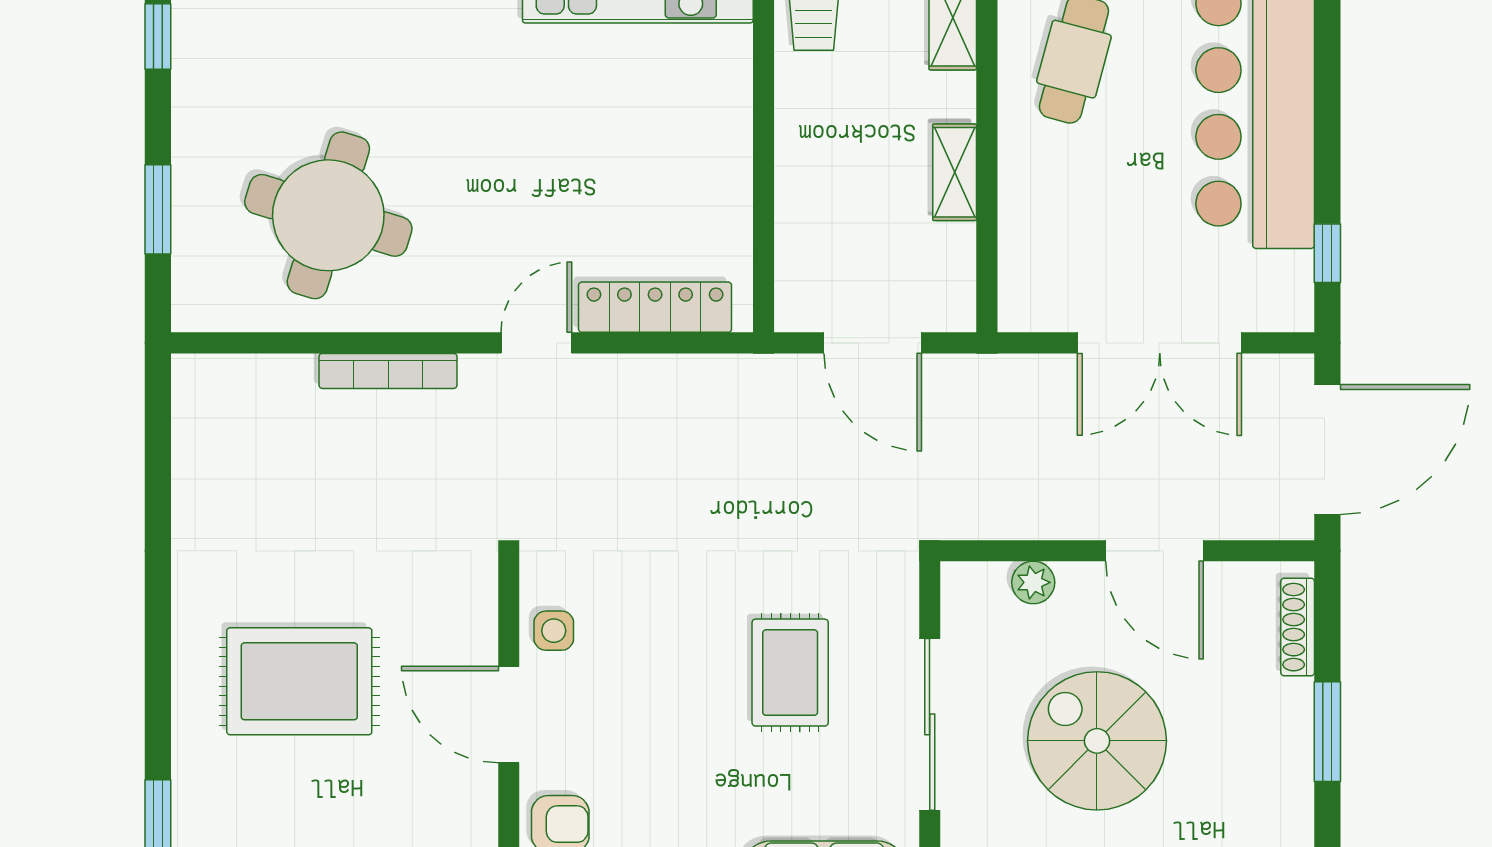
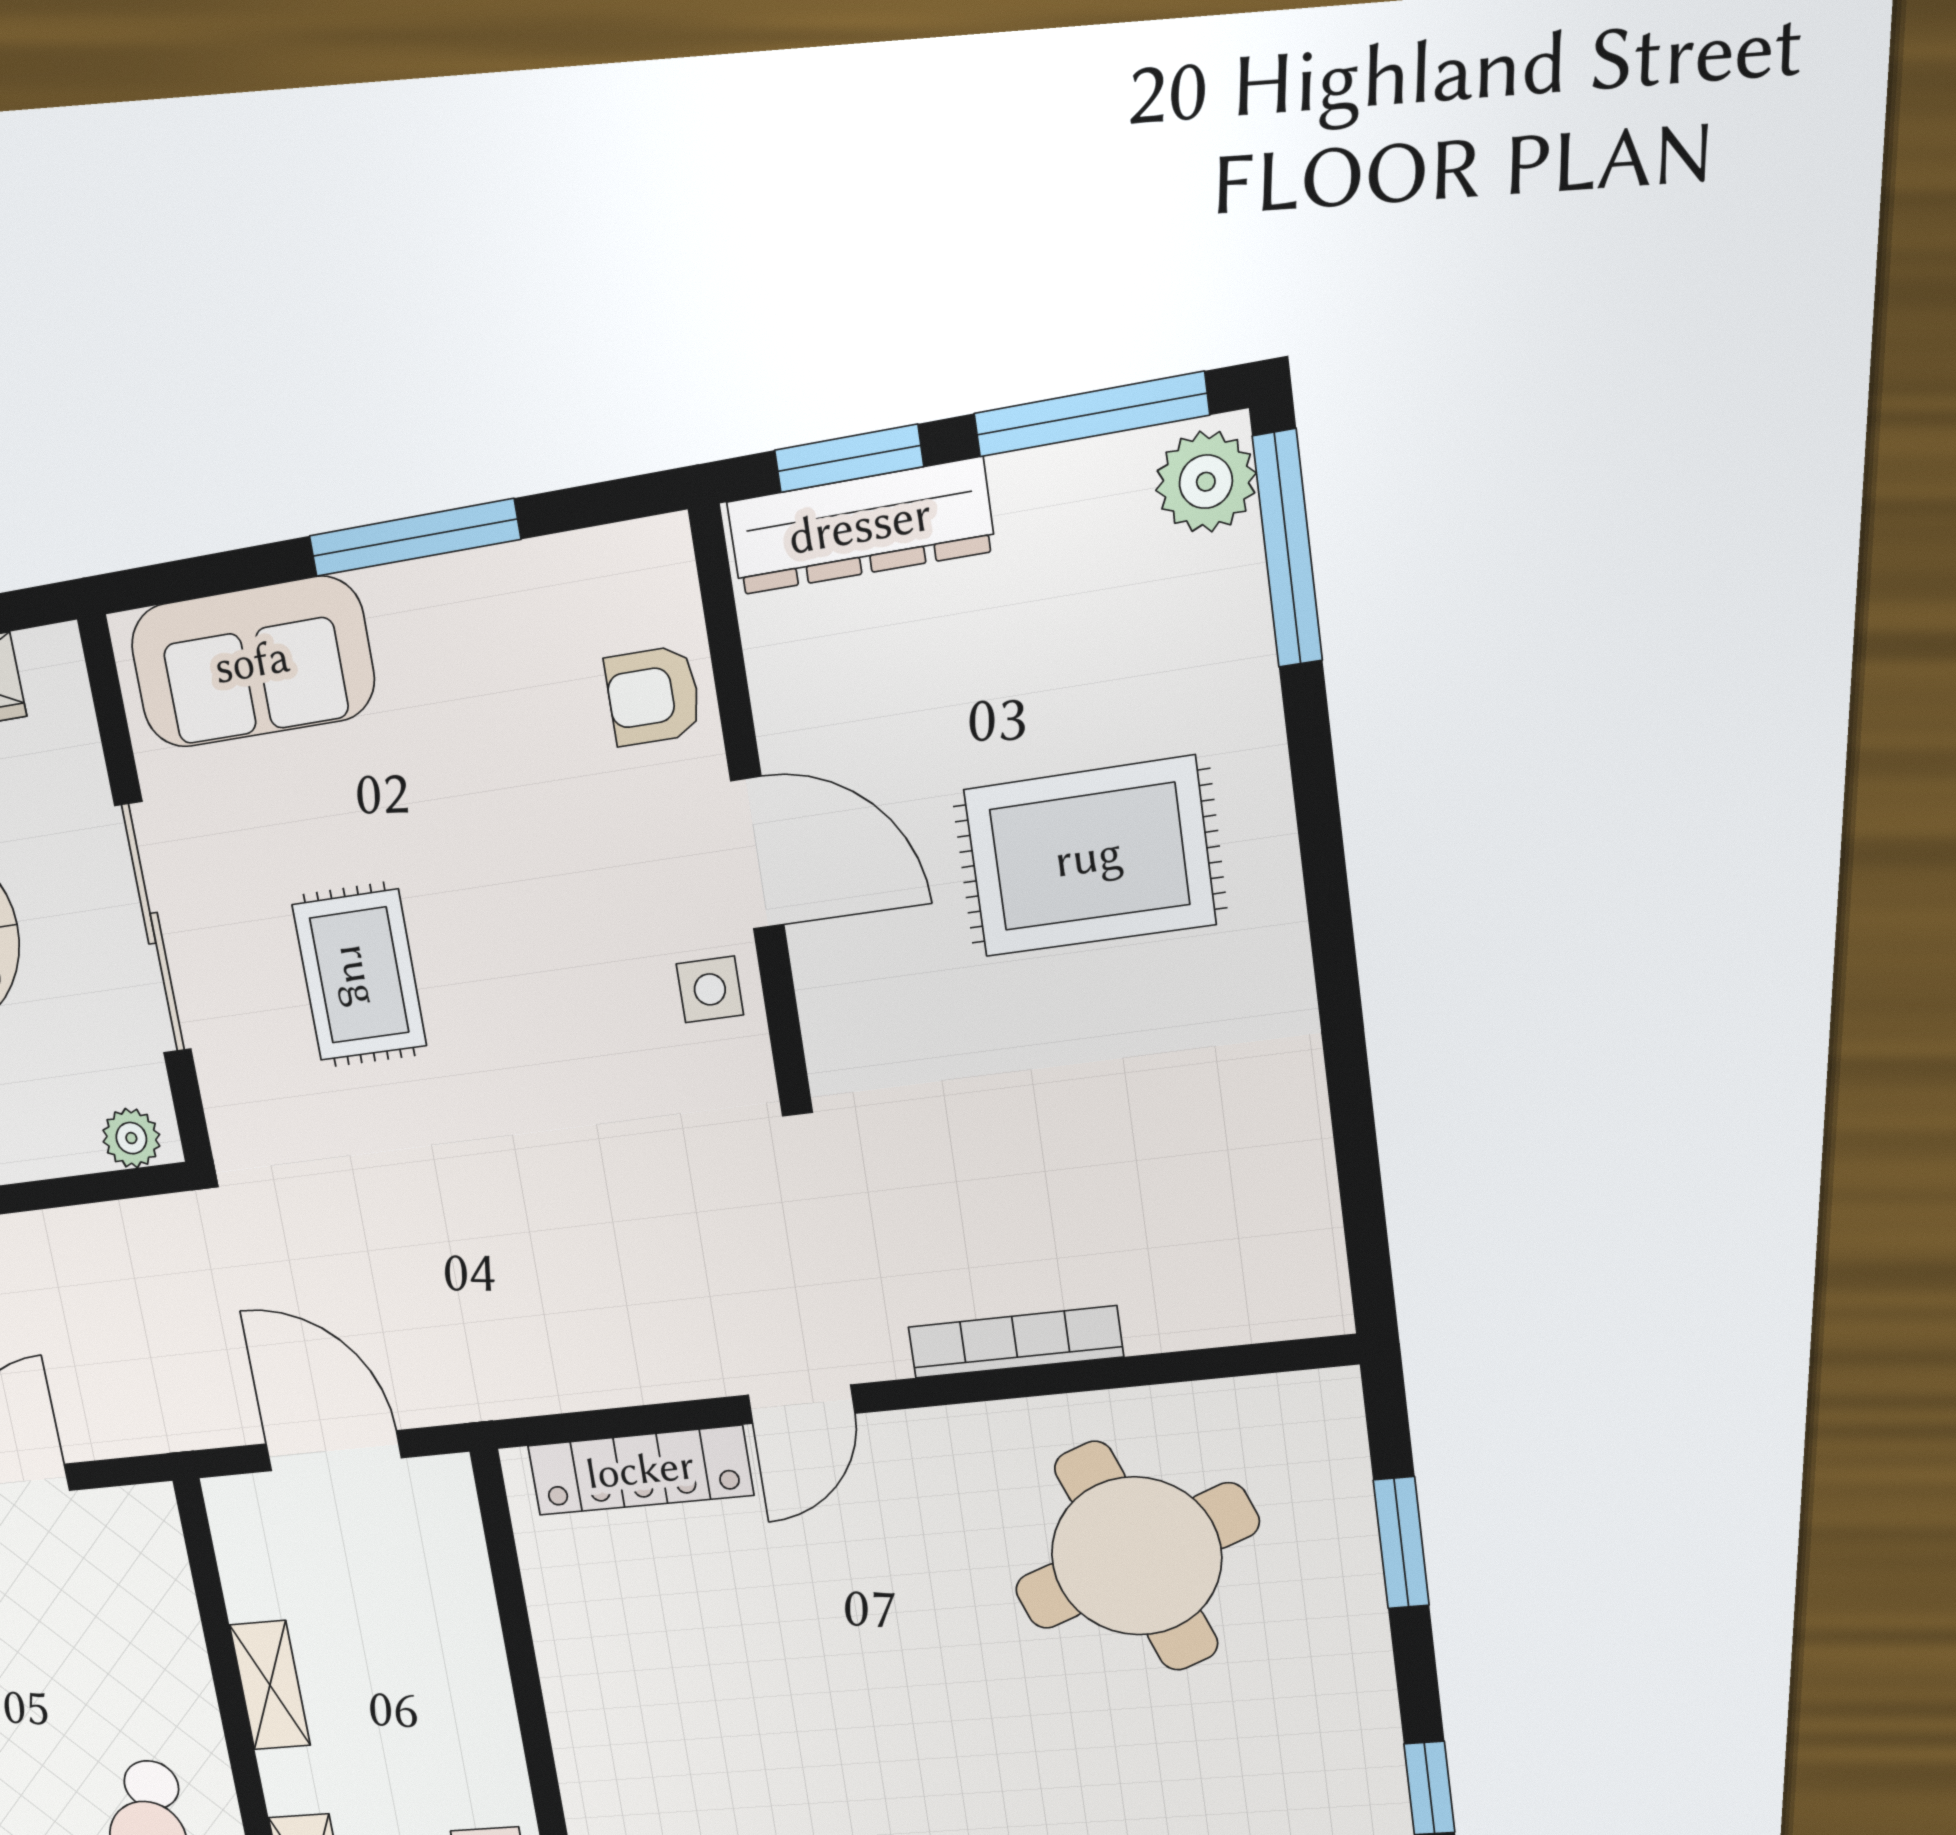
round table: (328, 215) -> (1136, 1556), turned -38
plant: (1033, 582) -> (131, 1138), moved

